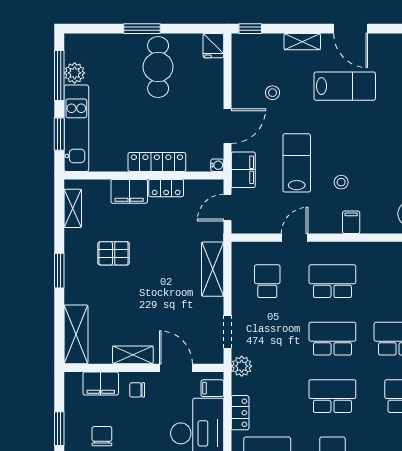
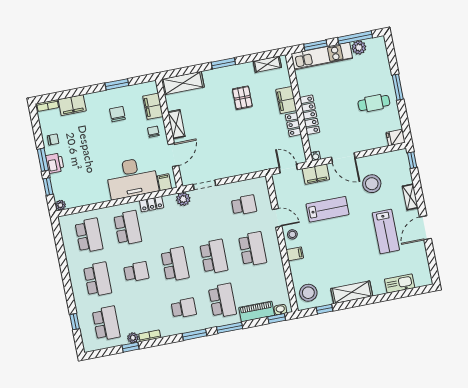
cafe table: (158, 67) -> (374, 103), width x0.73, depth x0.74
stool: (273, 93) -> (372, 184), width x1.89, depth x1.89
stool: (341, 182) -> (292, 234), moved
shelving: (213, 269) -> (245, 167), removed
chair: (102, 436) -> (117, 114), turned -90

